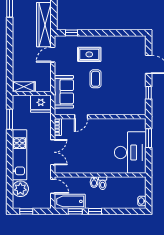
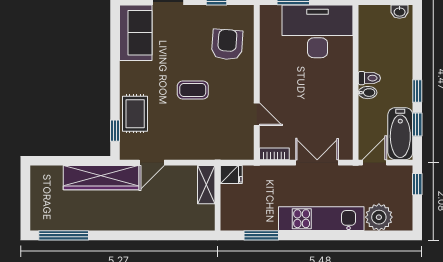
rug: (89, 54) -> (135, 114), moved
door: (53, 55) -> (152, 163), hinge flipped
shelving: (24, 87) -> (206, 185), moved
sofa: (64, 92) -> (136, 33), moved, turned 90
armchair: (122, 99) -> (227, 45), added
fridge: (41, 104) -> (231, 175), width x0.53, depth x0.75
window: (26, 211) -> (417, 184), moved

